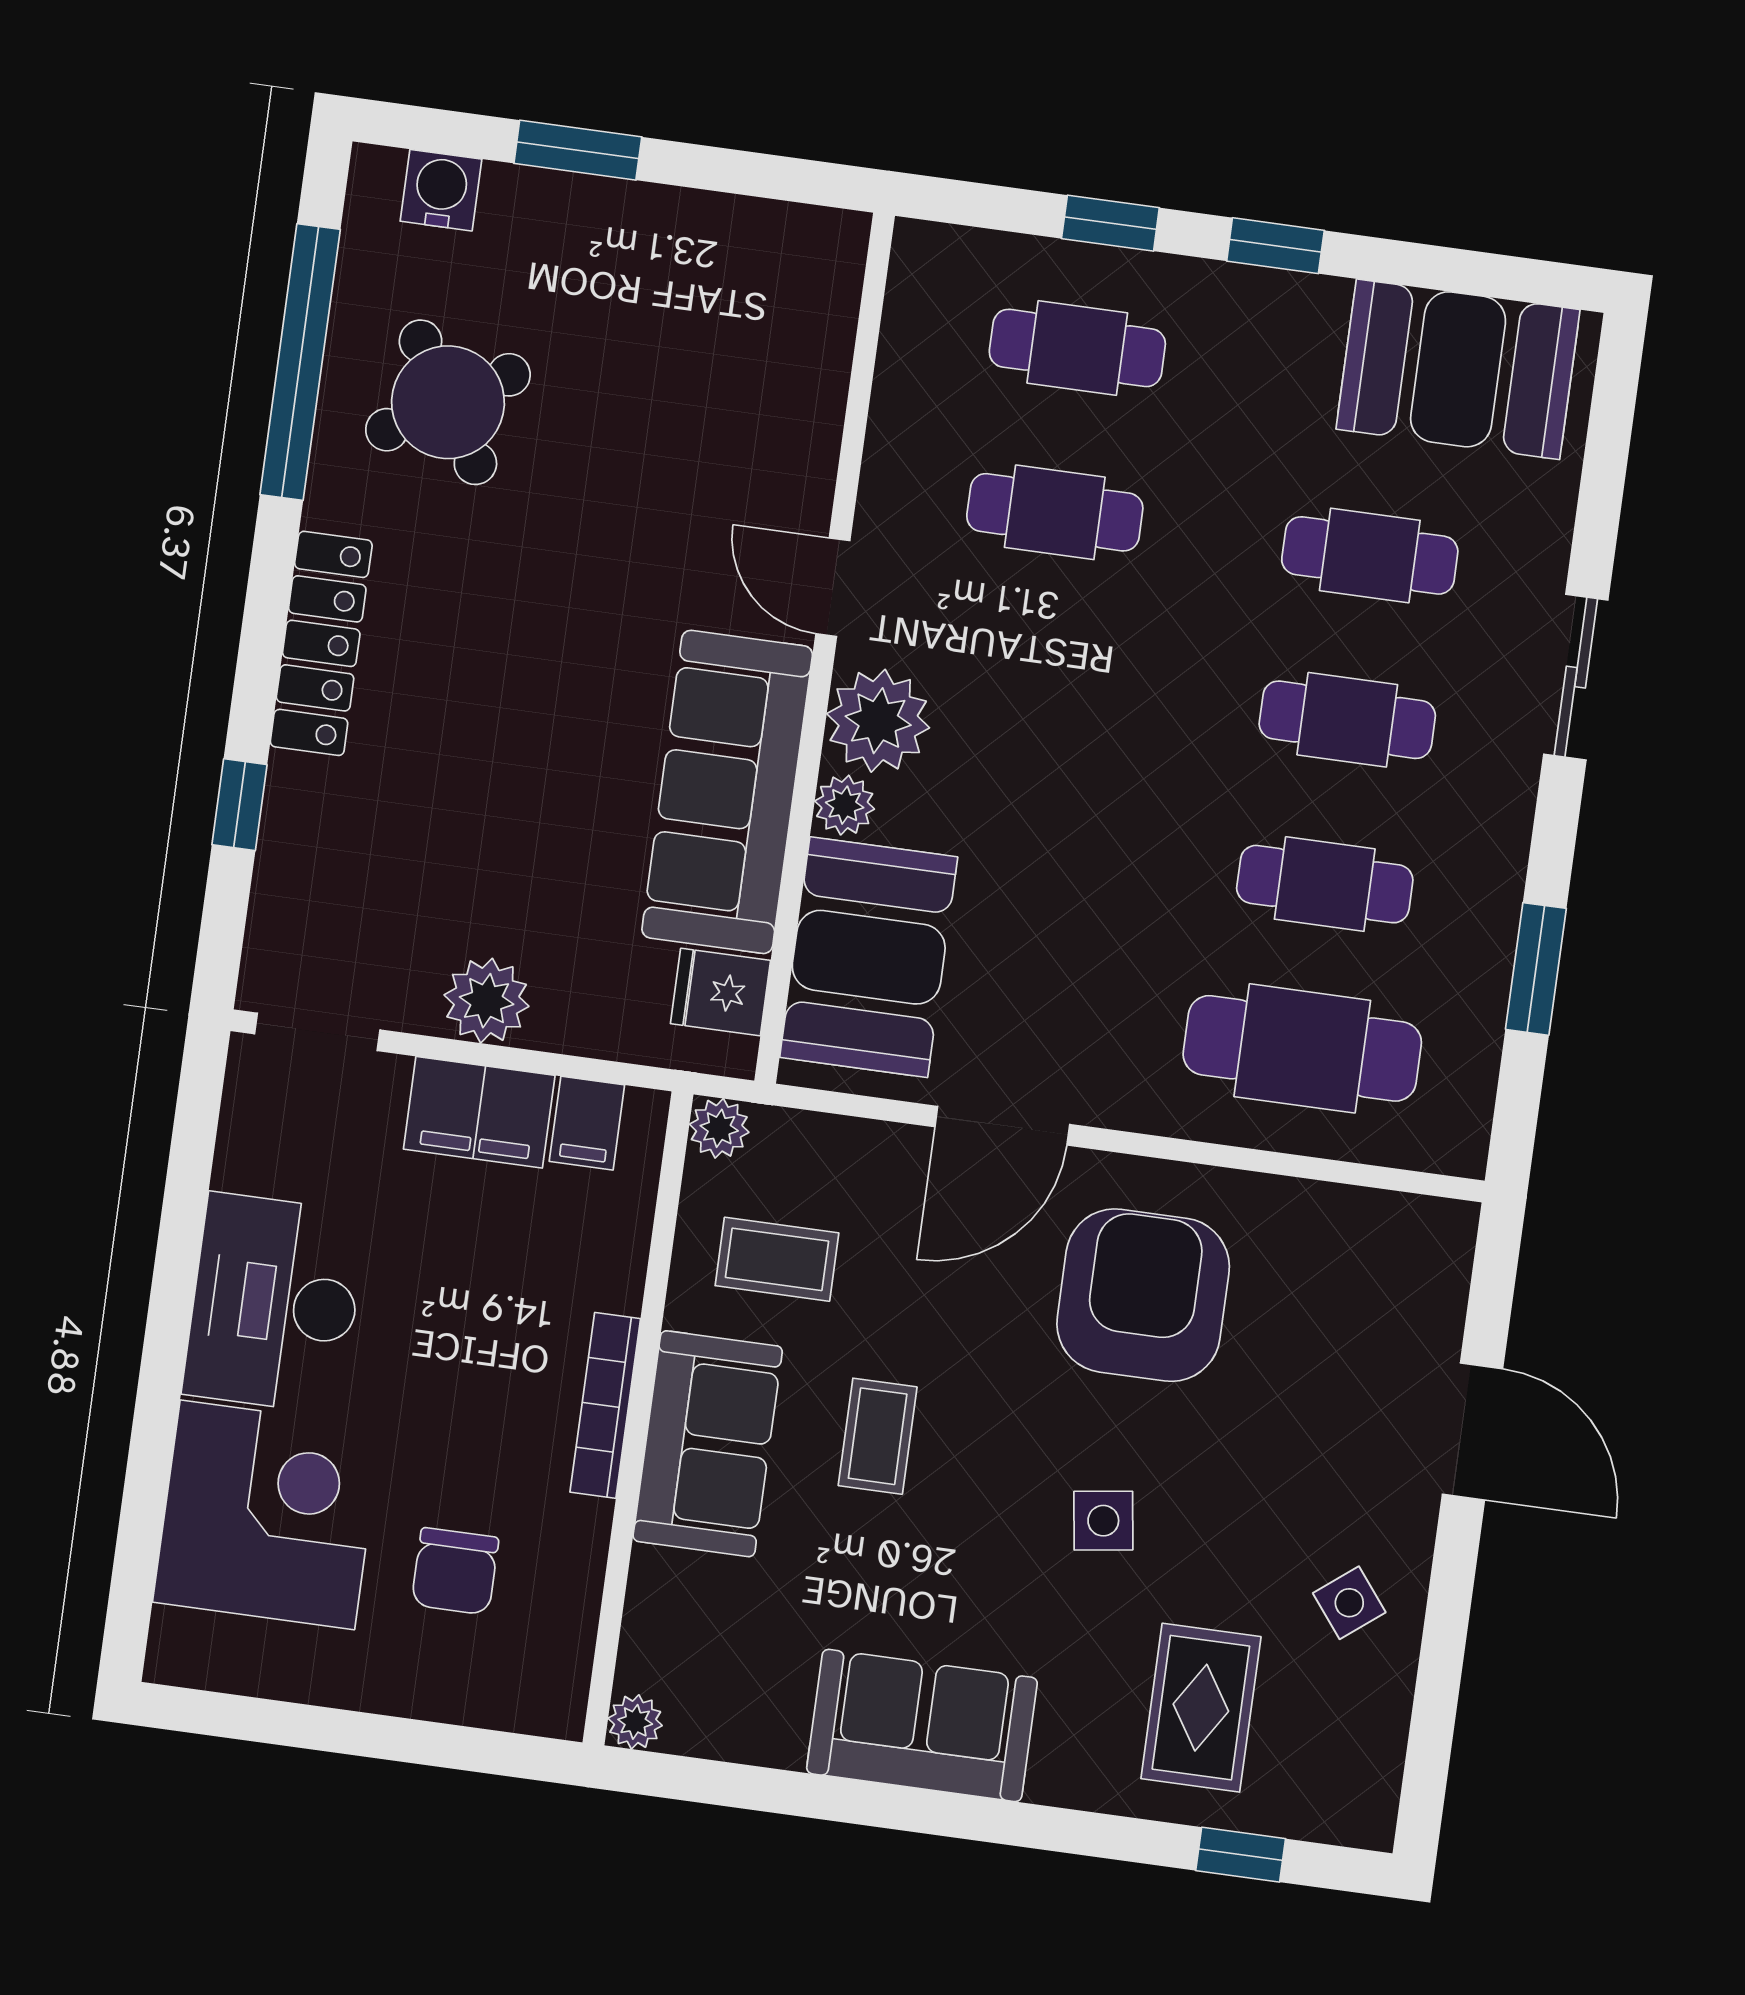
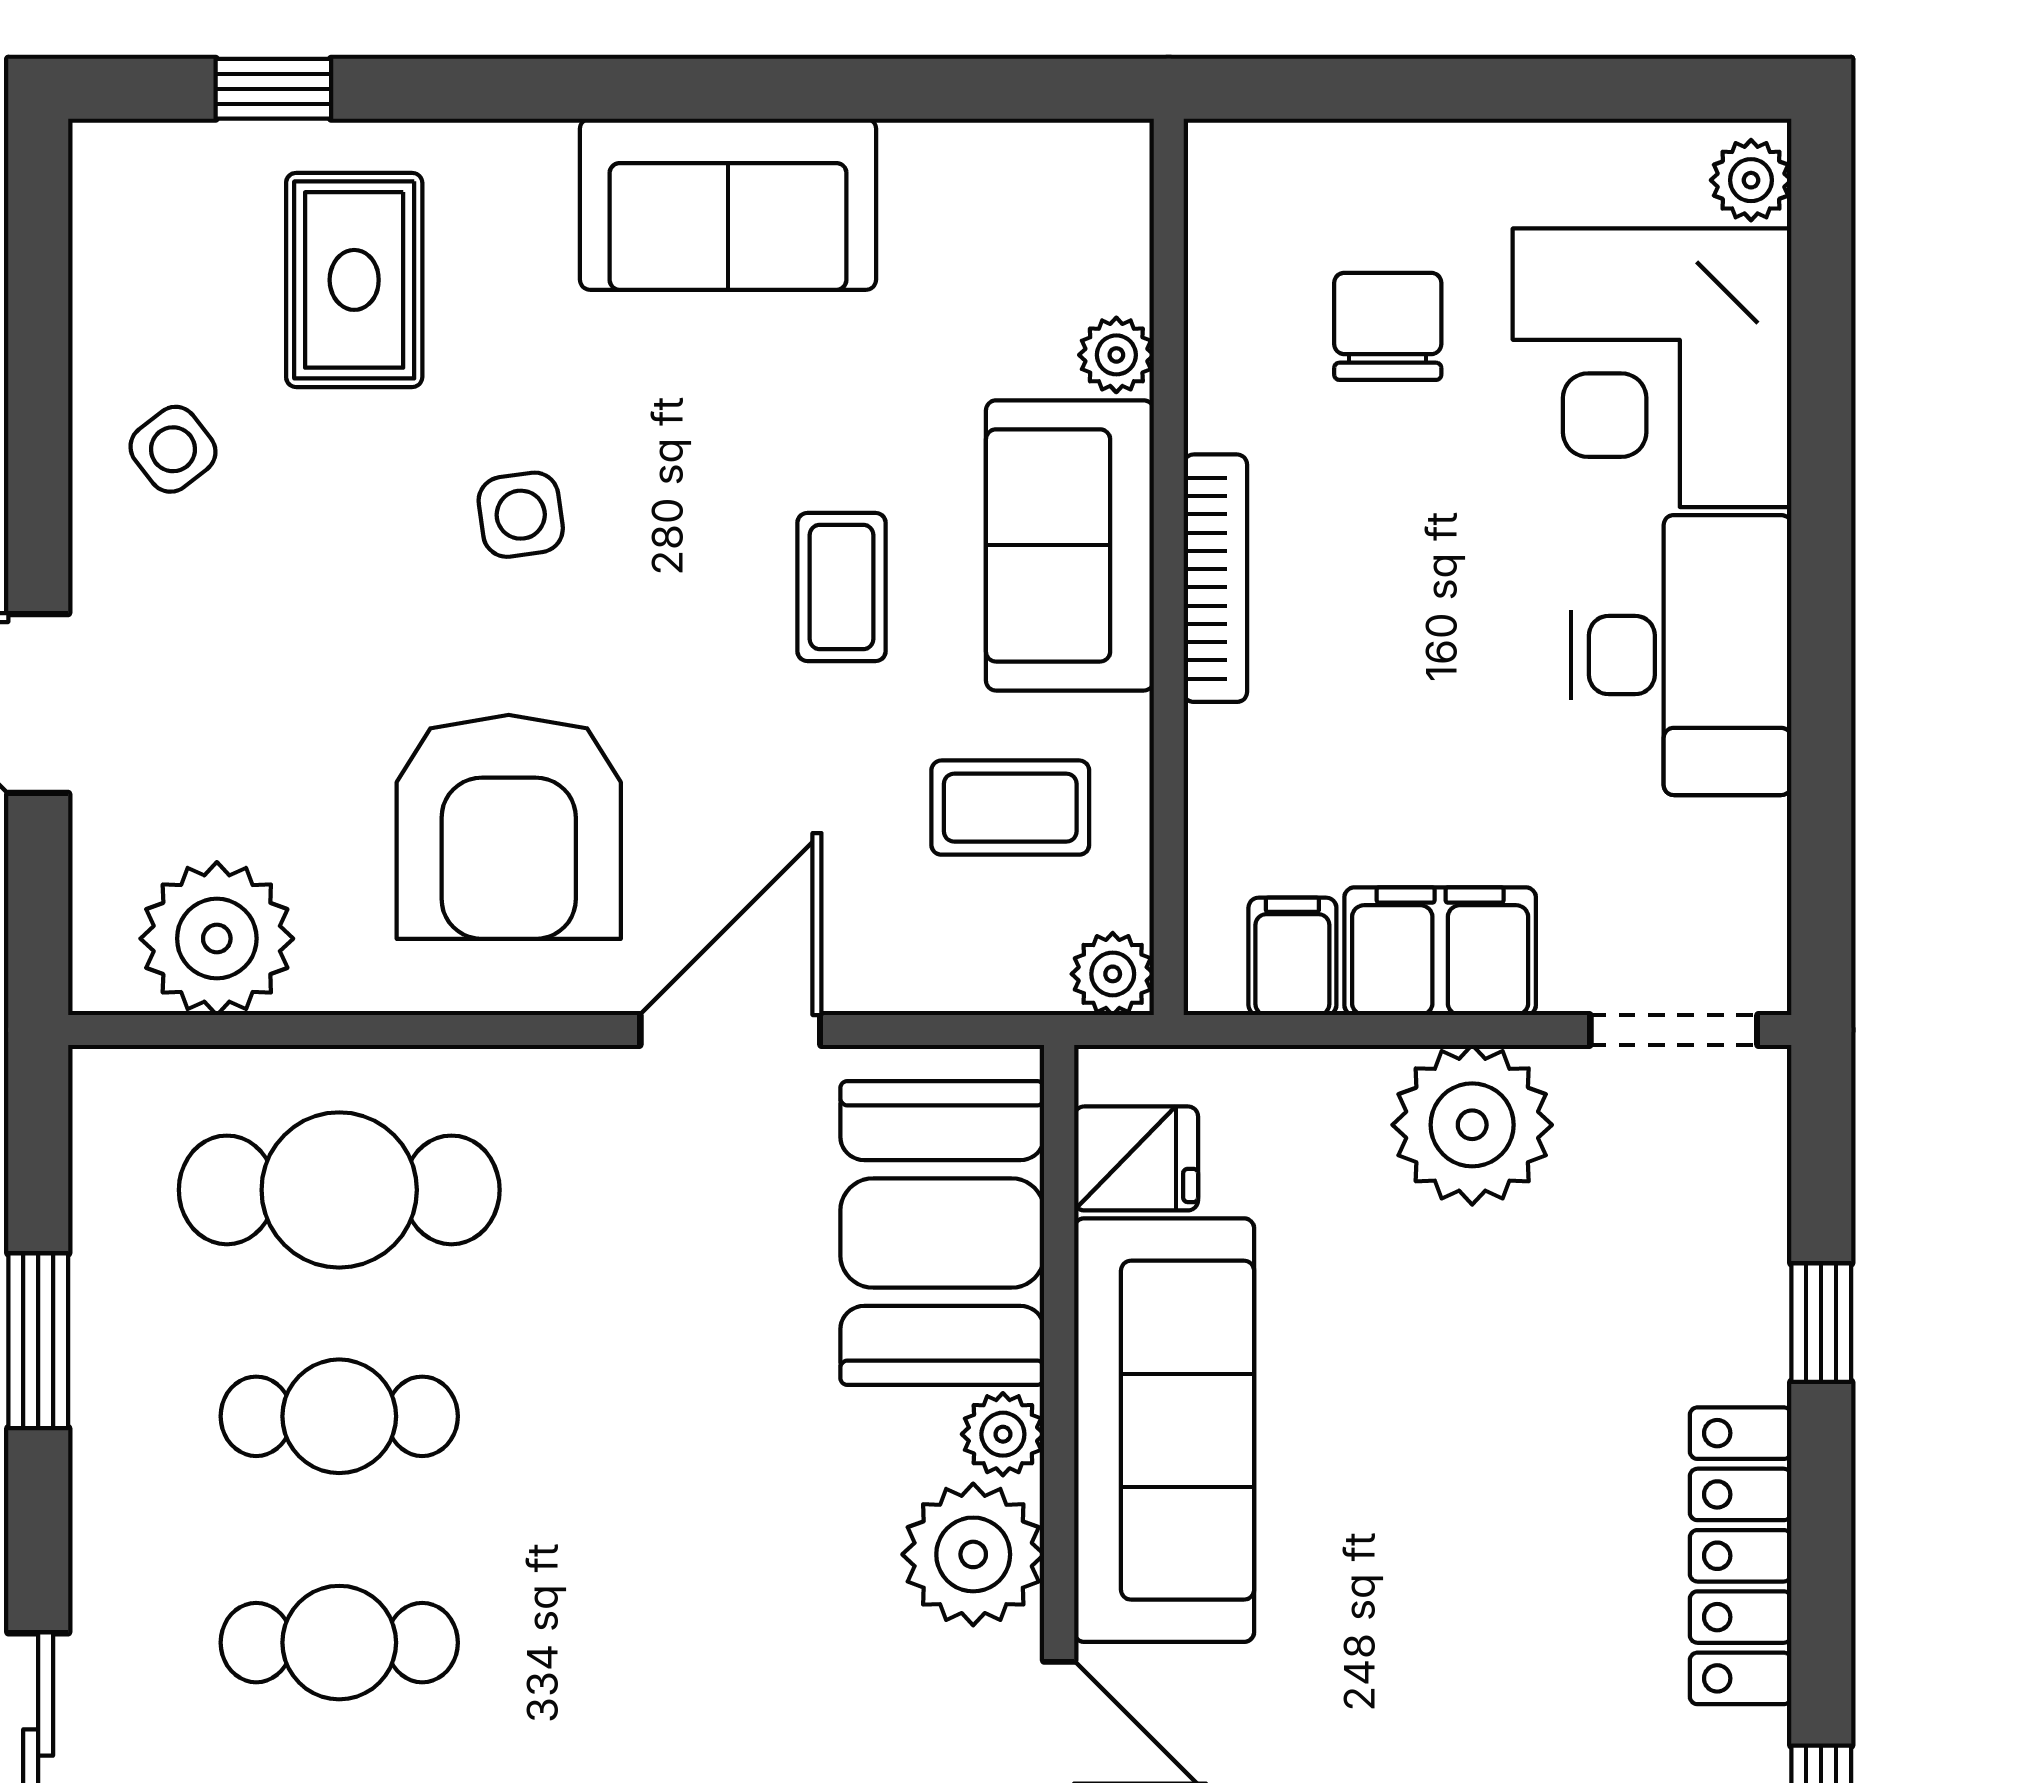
plant: (487, 1001) -> (1472, 1125), width x1.36, depth x1.36
plant: (1366, 1243) -> (217, 939), added
plant: (177, 1641) -> (1751, 180), added
plant: (635, 1722) -> (1116, 355), moved

